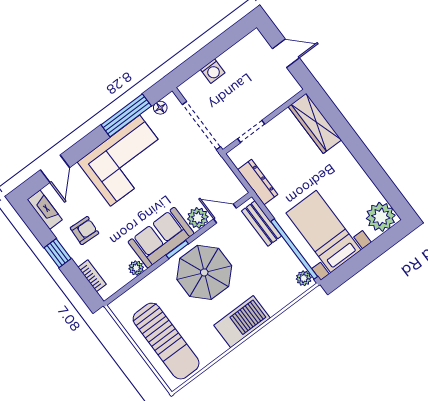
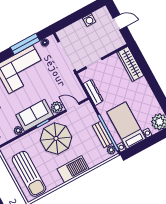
washing machine: (213, 71) -> (89, 20), moved
bench: (262, 223) -> (102, 134), moved

